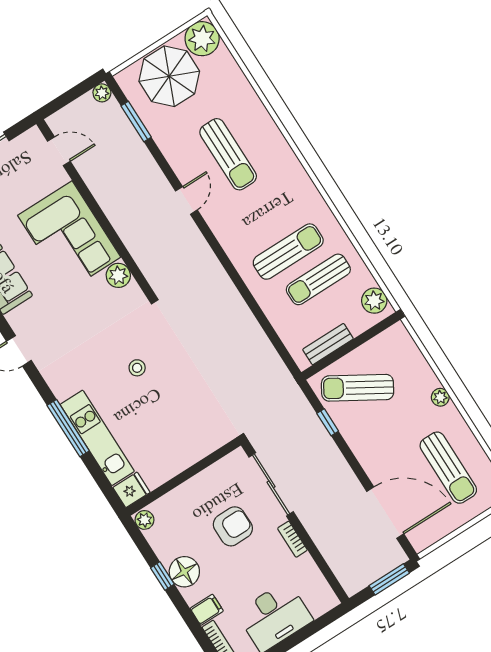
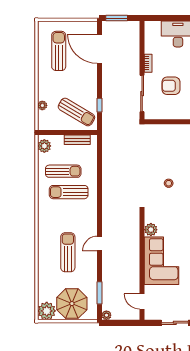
plant: (440, 397) -> (42, 105), moved

